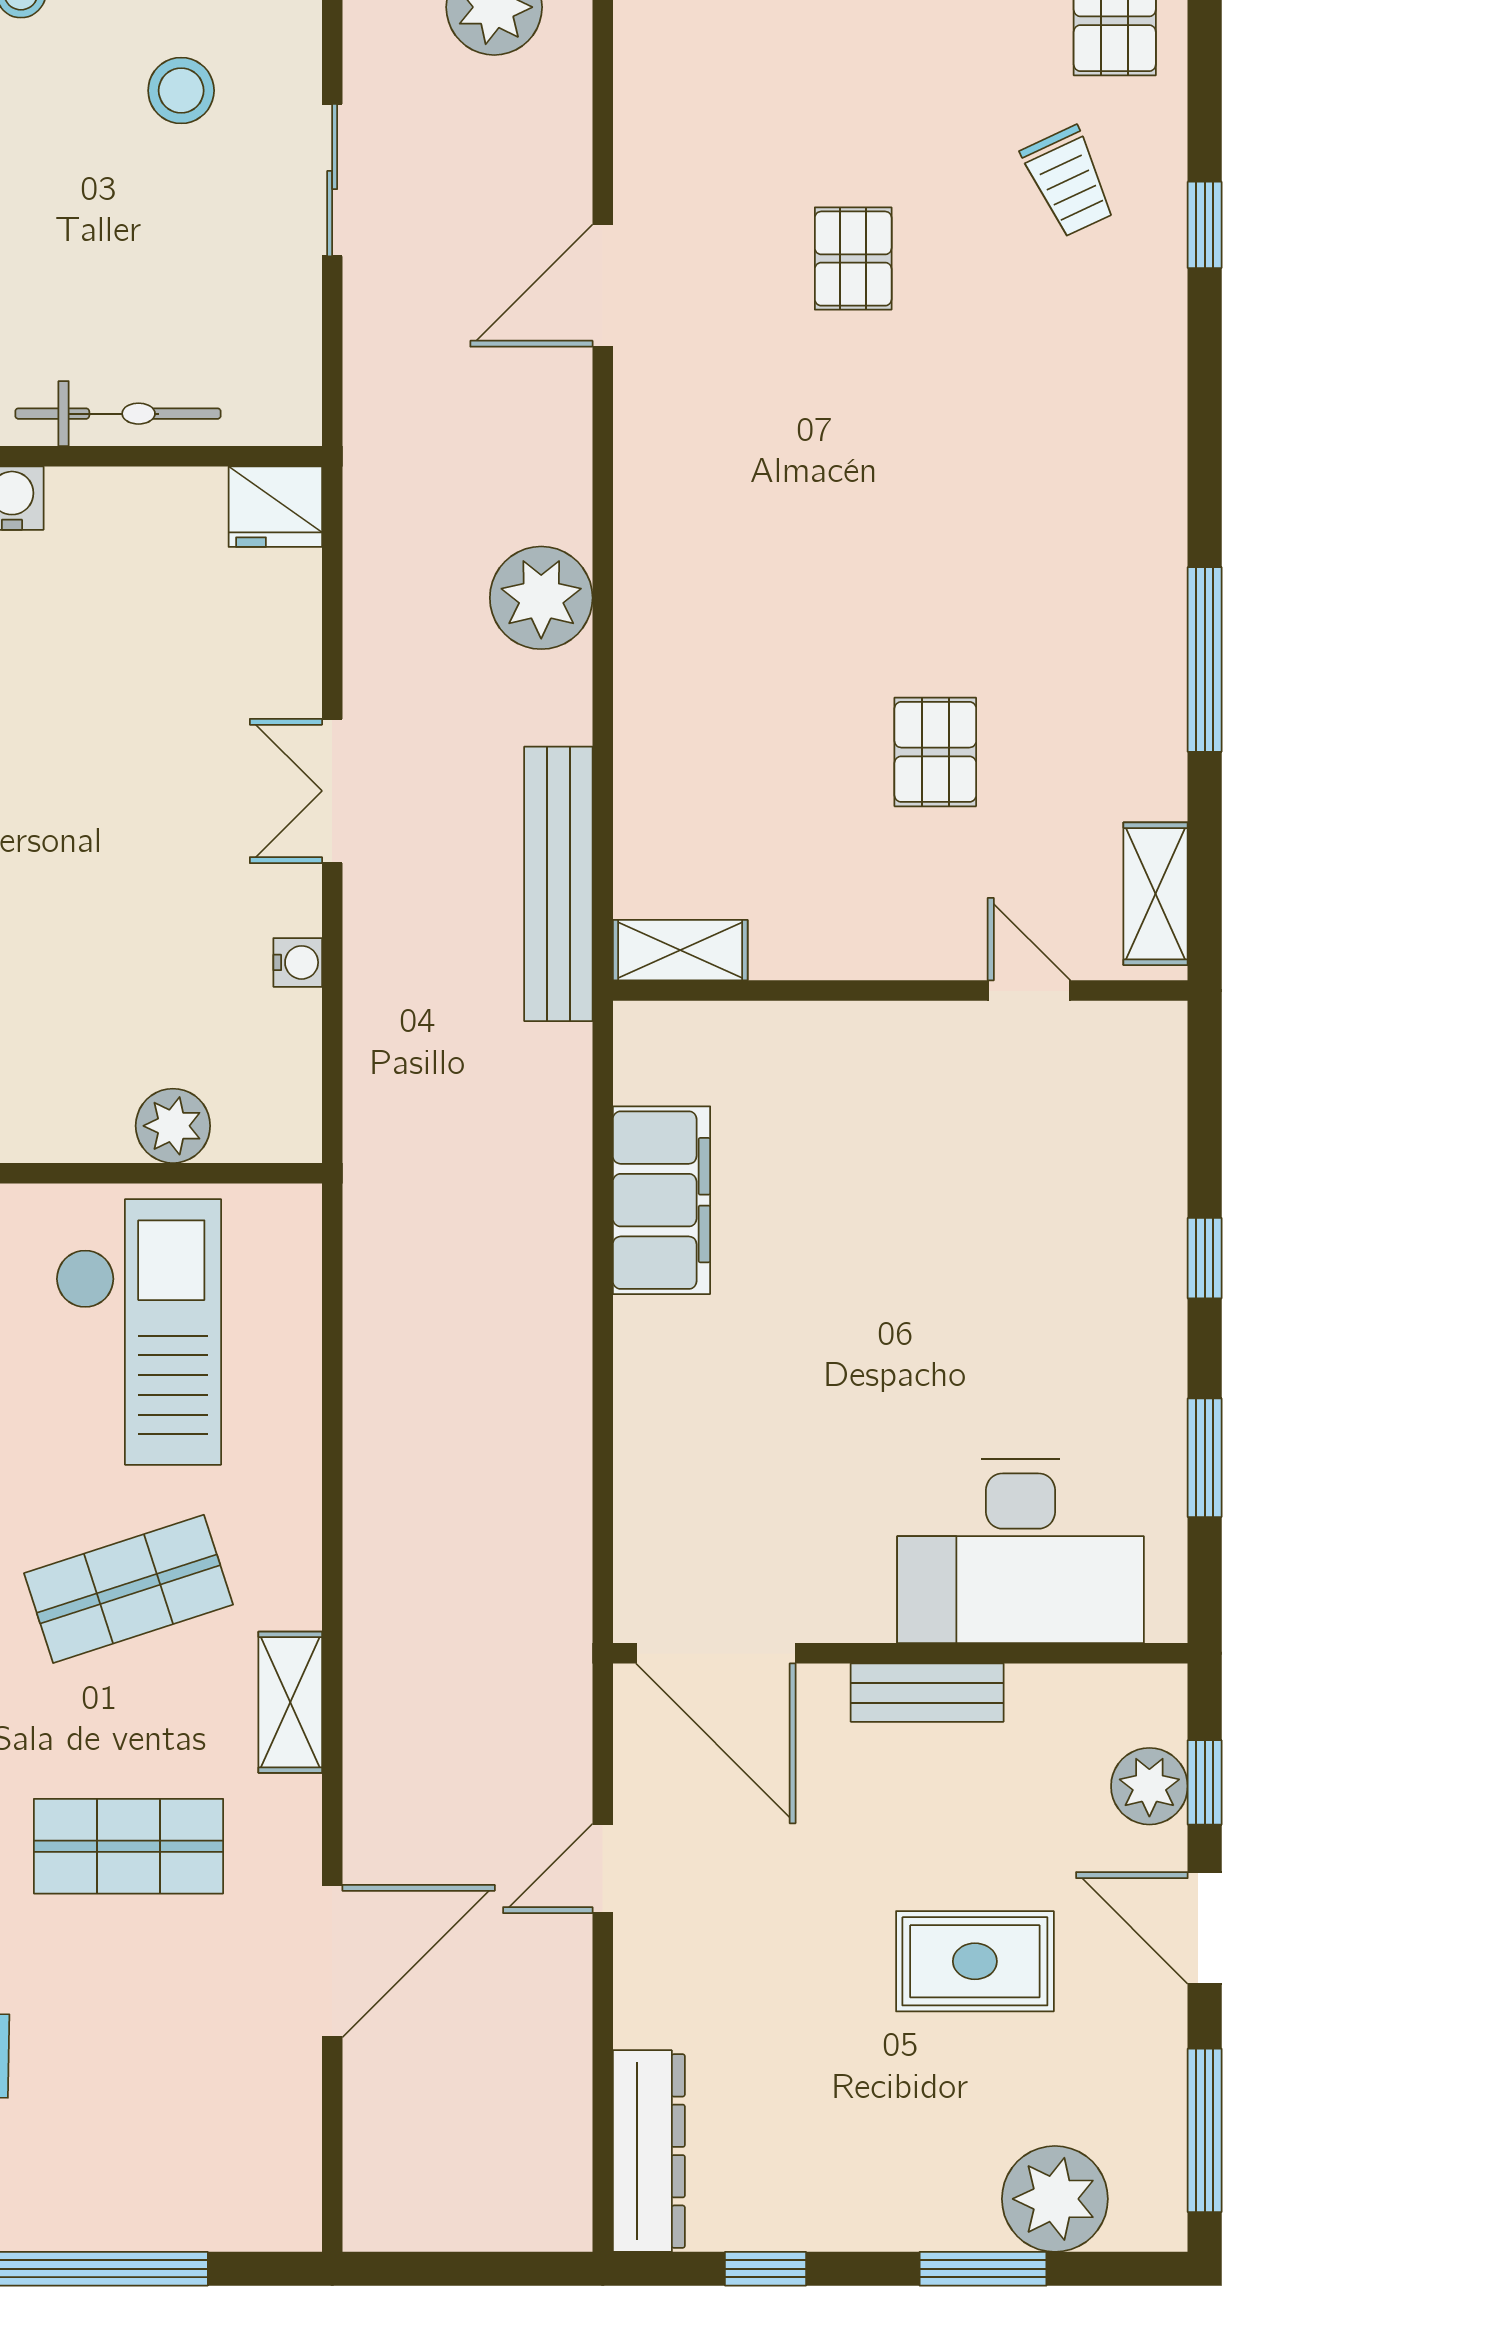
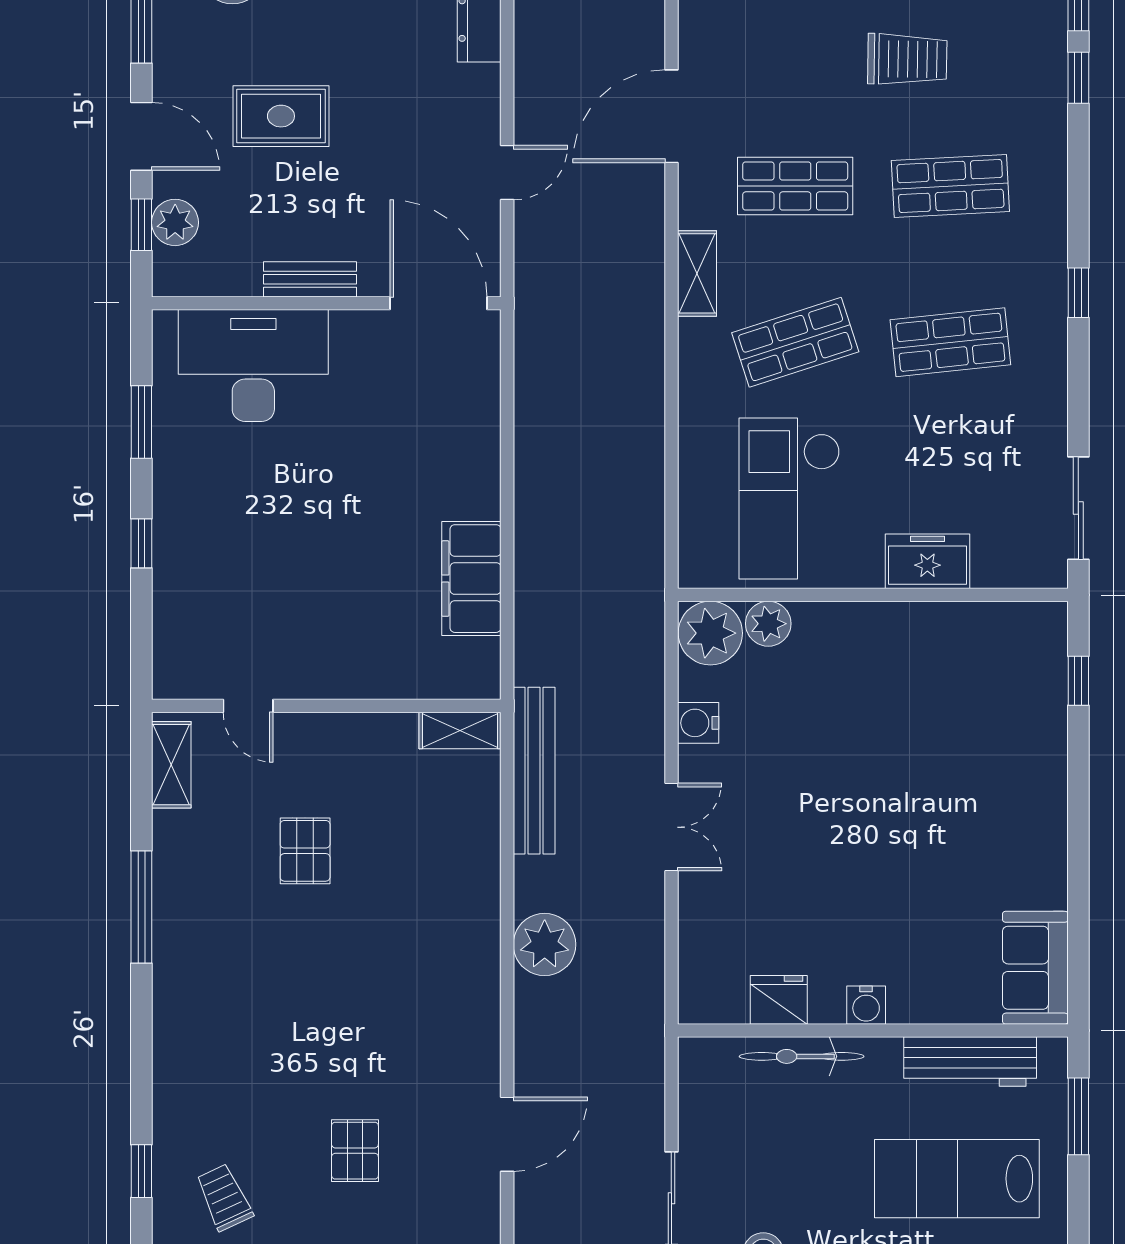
fridge: (275, 507) -> (779, 1000), moved
water cooler: (298, 962) -> (698, 723), width x1.38, depth x1.38
plant: (268, 1110) -> (710, 633), added

